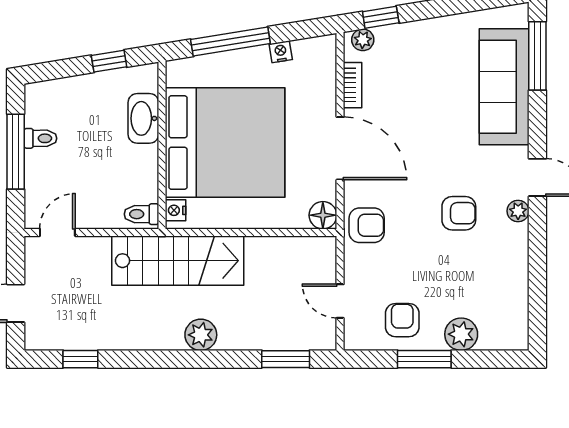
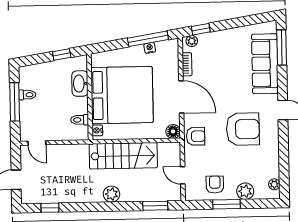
window: (230, 42) -> (148, 39), moved
plant: (518, 211) -> (274, 184), moved
armchair: (459, 213) -> (243, 129), width x1.88, depth x1.88
toilet: (142, 214) -> (80, 120), moved
door: (57, 232) -> (37, 143), swing flipped
stairs: (178, 261) -> (123, 156), moved

